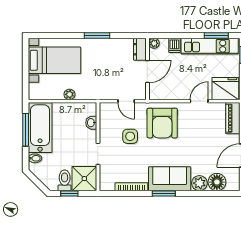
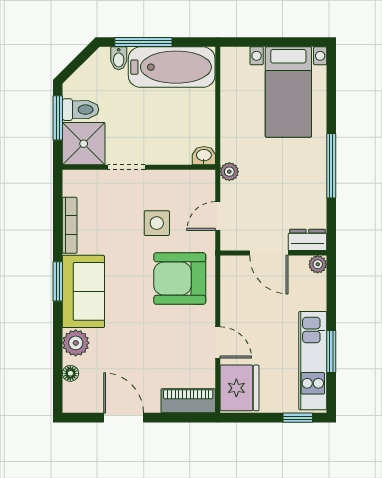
window: (97, 35) -> (331, 166), width x1.44
window: (216, 35) -> (331, 352), moved
dishwasher: (174, 45) -> (314, 300), removed
plant: (70, 94) -> (229, 172), moved
washbasin: (91, 123) -> (204, 156), moved
window: (26, 130) -> (143, 42), moved
floor lamp: (217, 182) -> (70, 373), width x0.53, depth x0.53
window: (69, 194) -> (58, 118), width x1.50

